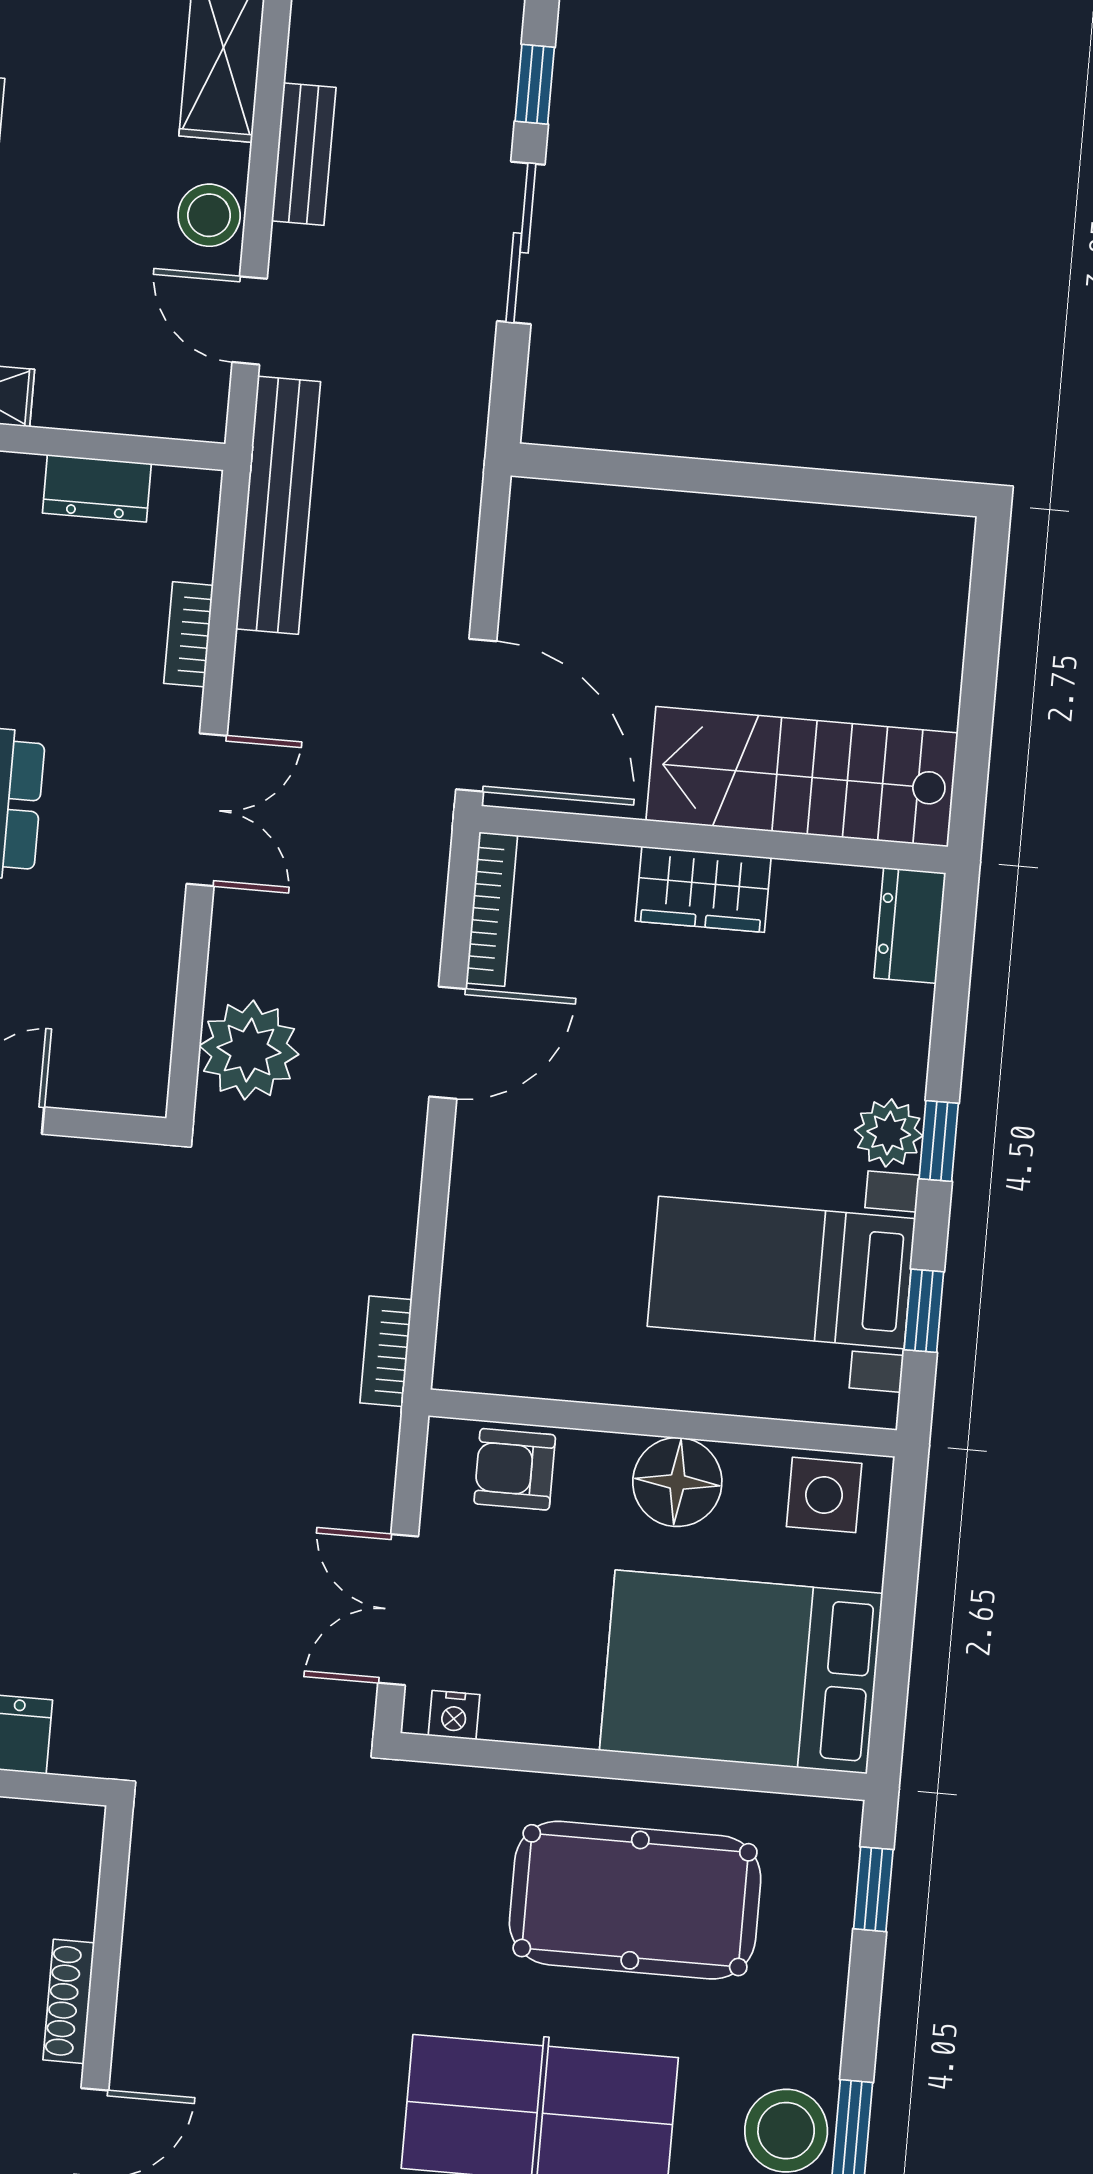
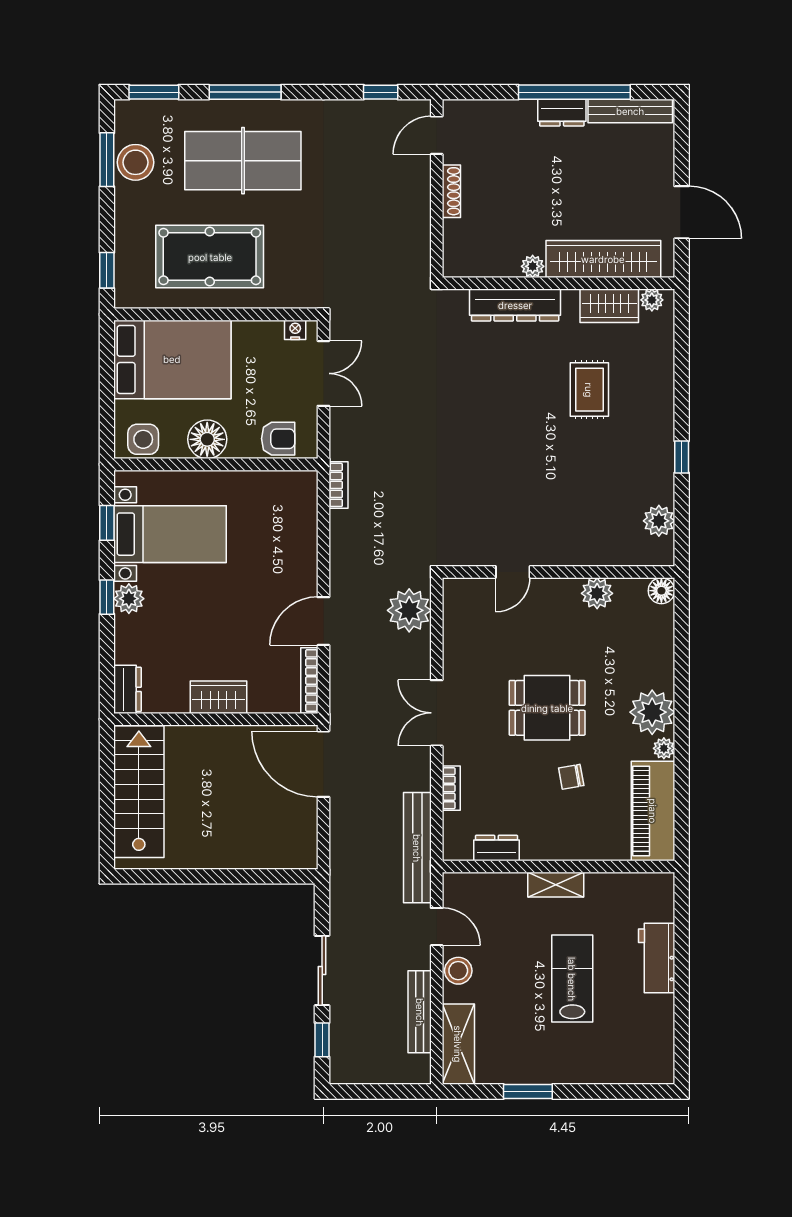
bench: (304, 154) -> (420, 1012), width x1.36
stairs: (802, 777) -> (139, 792), moved, turned -90

